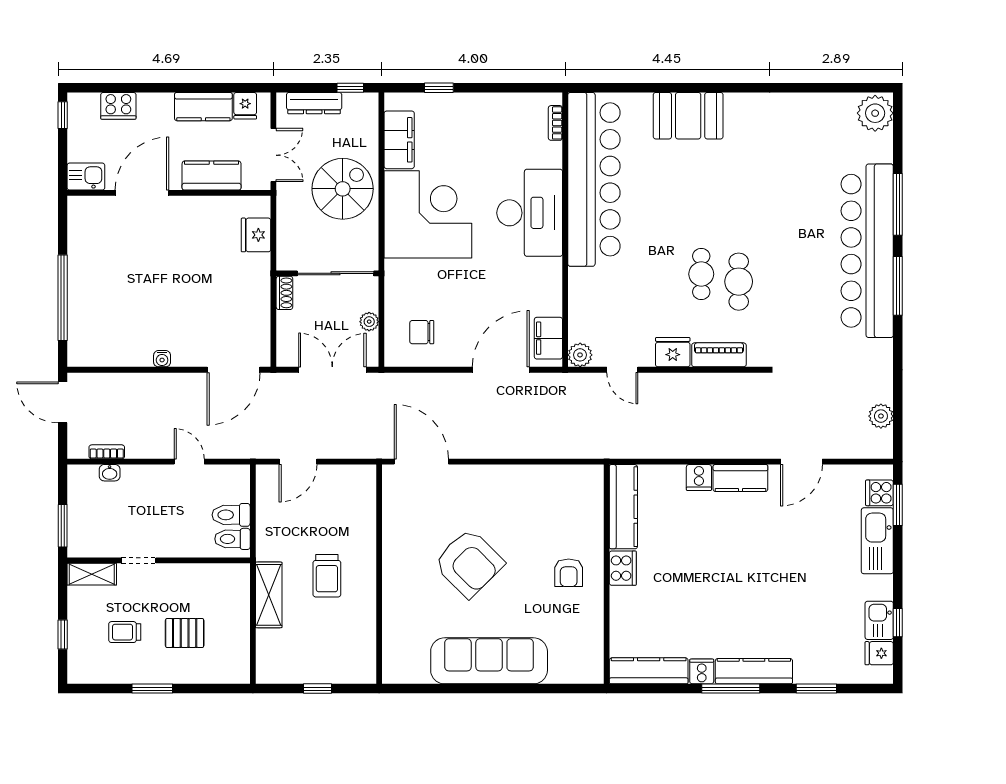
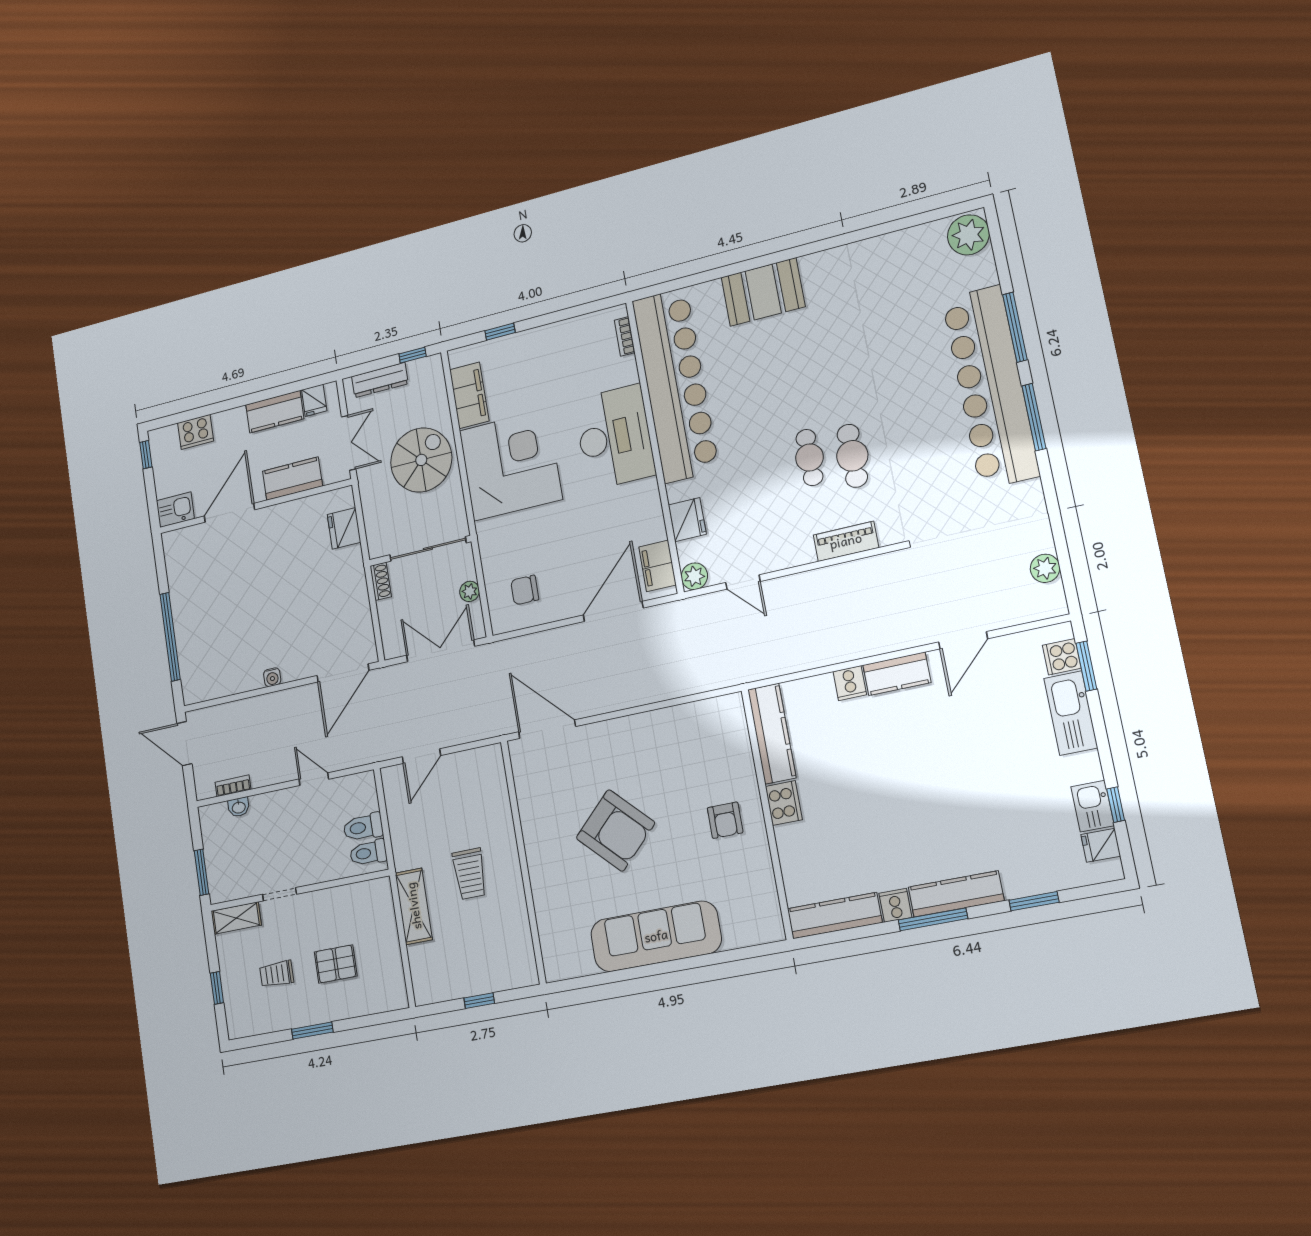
fridge: (673, 352) -> (687, 520), moved, turned 90

